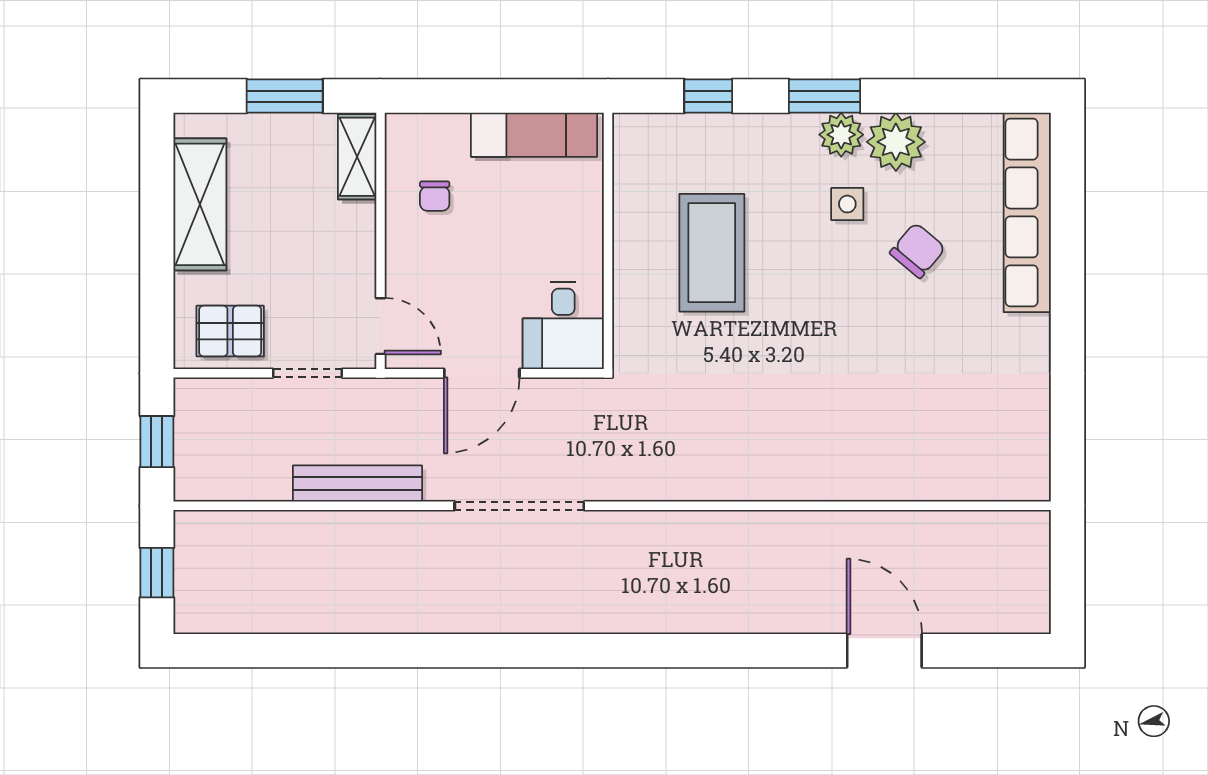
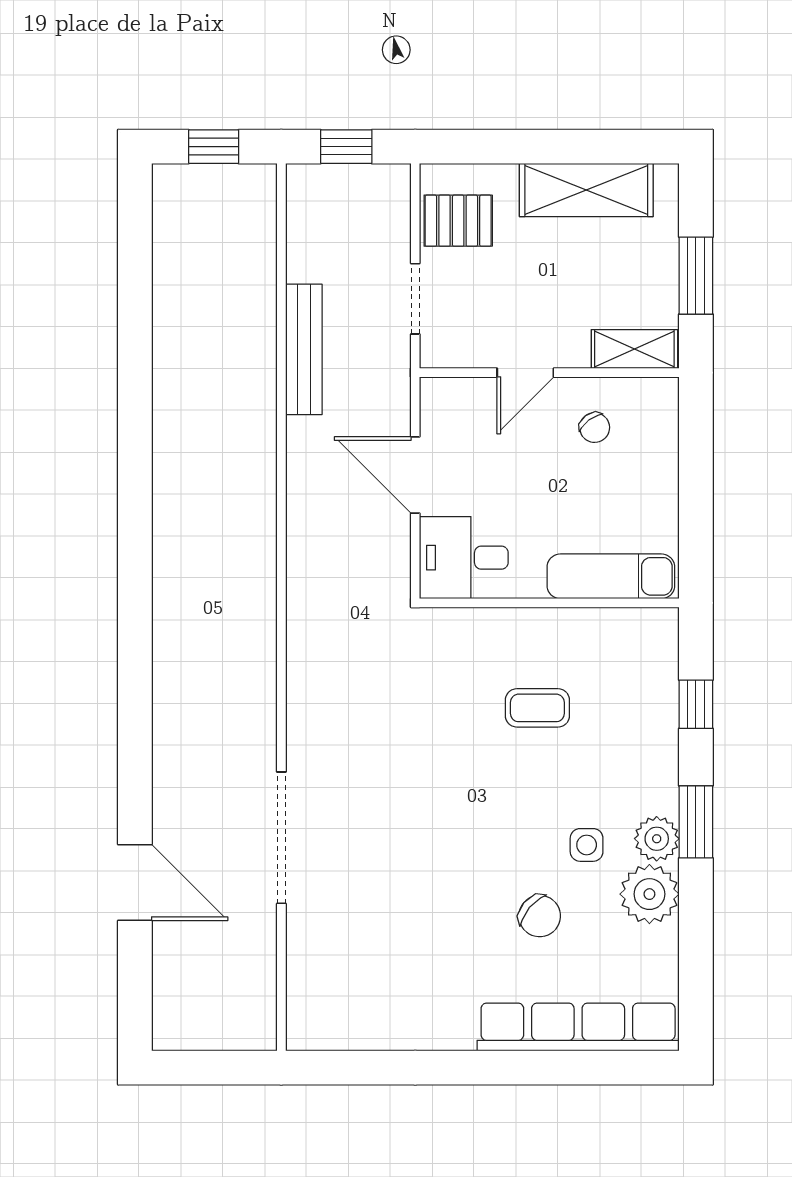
exam couch: (534, 135) -> (611, 576), moved, turned 90
chair: (435, 196) -> (595, 428), turned -127
coffee table: (712, 253) -> (537, 708), width x0.54, depth x0.58
door: (380, 326) -> (525, 373), moved
pallet: (230, 331) -> (458, 221), turned 90
doorway: (519, 506) -> (281, 838), moved
door: (884, 651) -> (135, 882), hinge flipped

